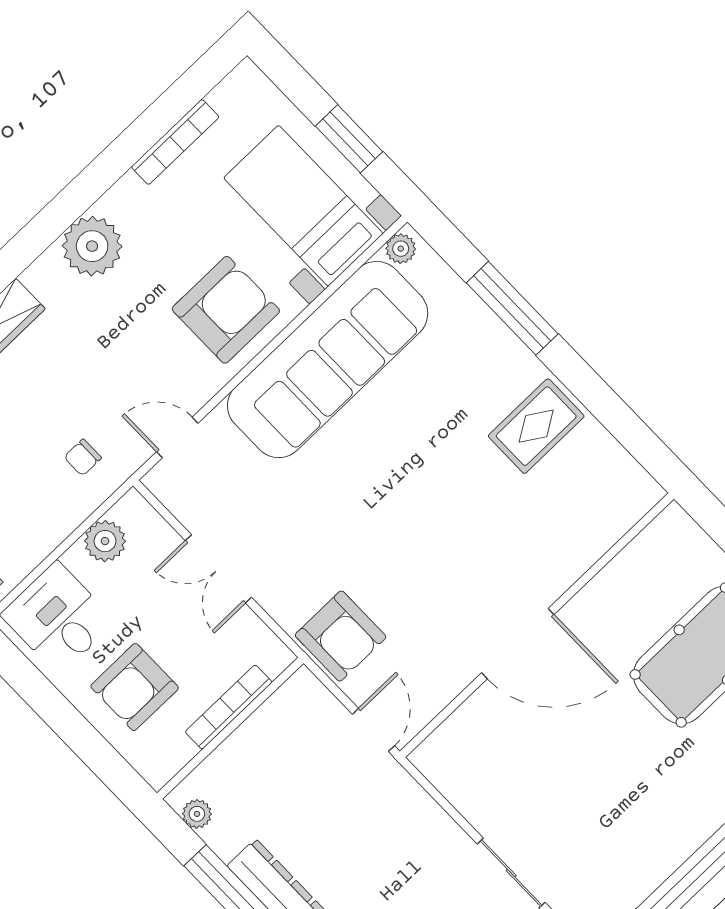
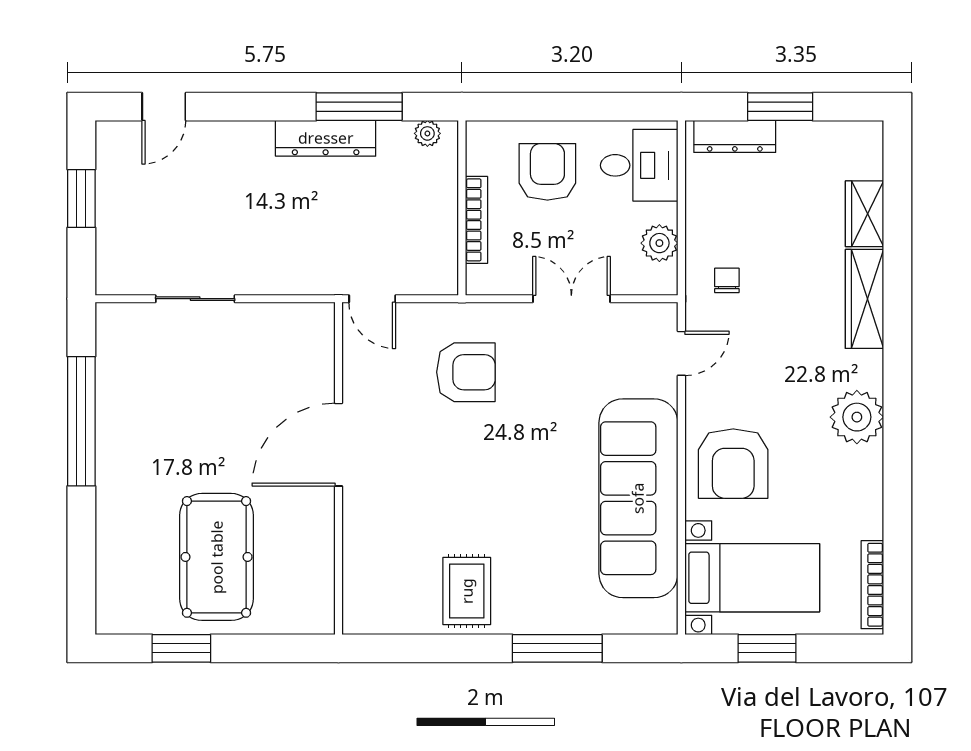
bookcase: (175, 142) -> (872, 585), moved
plant: (401, 249) -> (665, 614), removed
armchair: (341, 636) -> (466, 372), moved, turned 180

